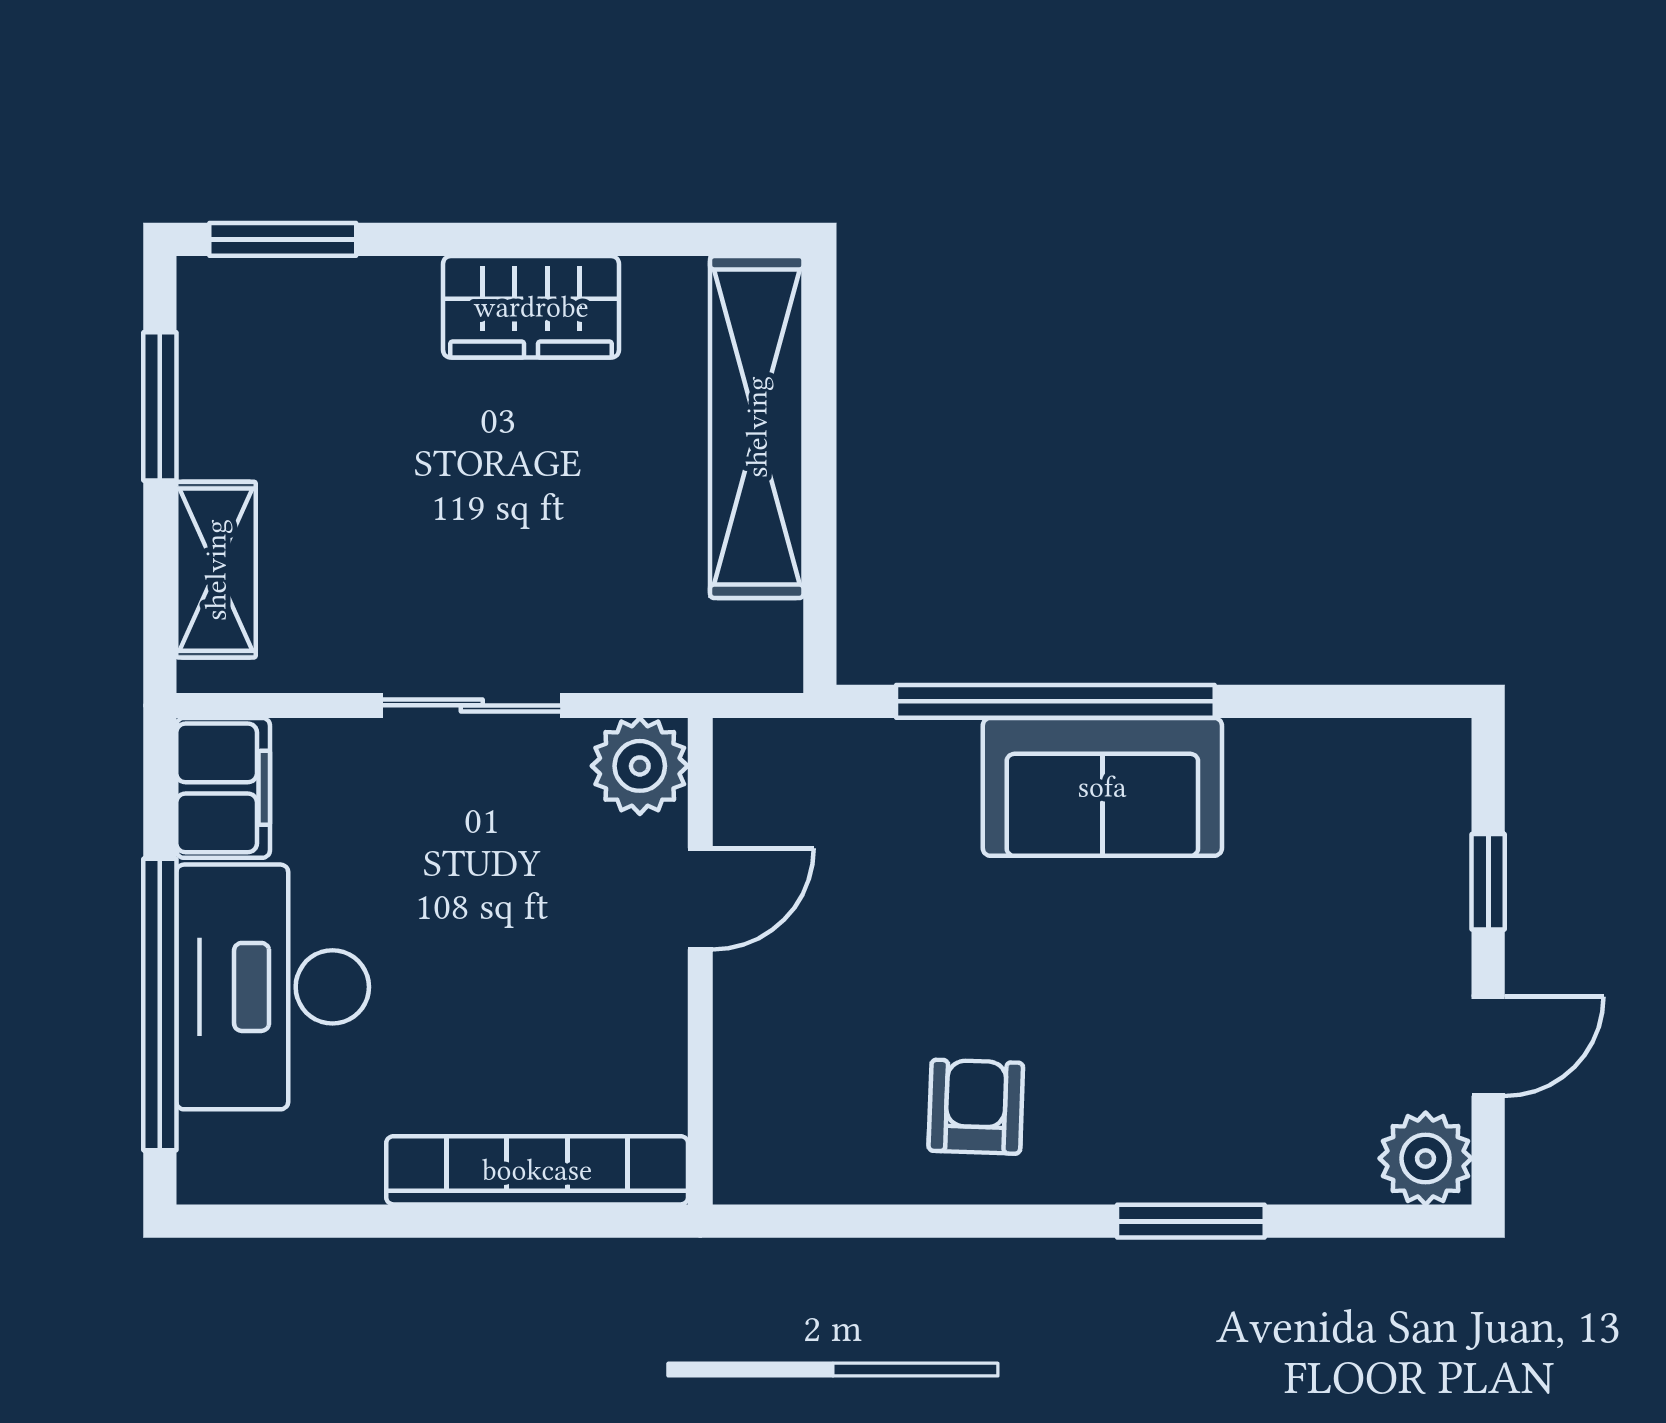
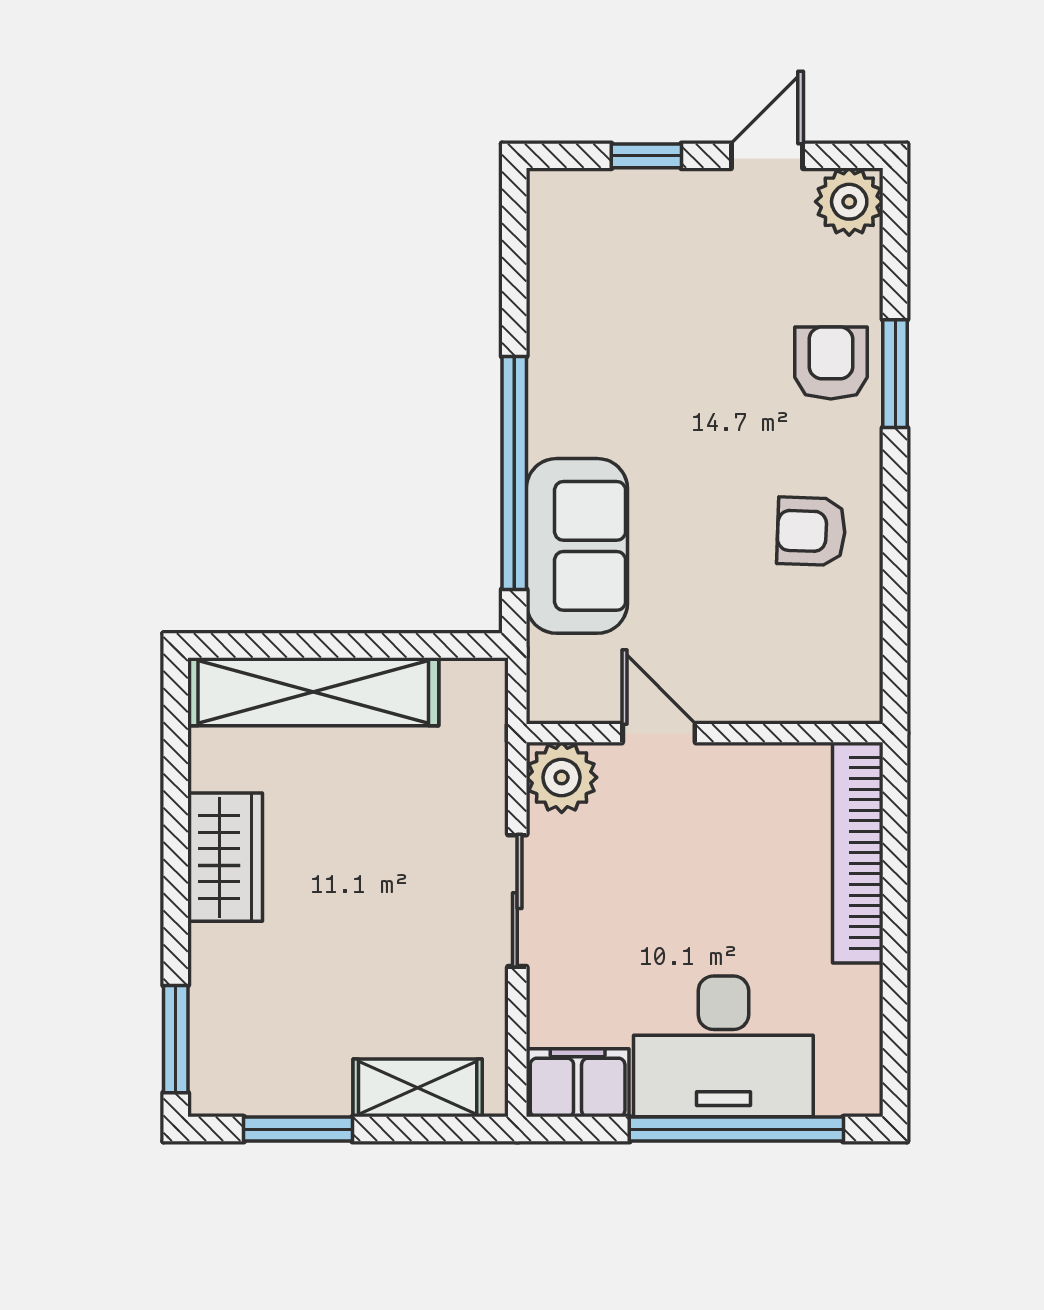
sofa: (1102, 787) -> (577, 546), moved
door: (1488, 1046) -> (767, 156), hinge flipped
armchair: (1205, 1134) -> (831, 363), added

